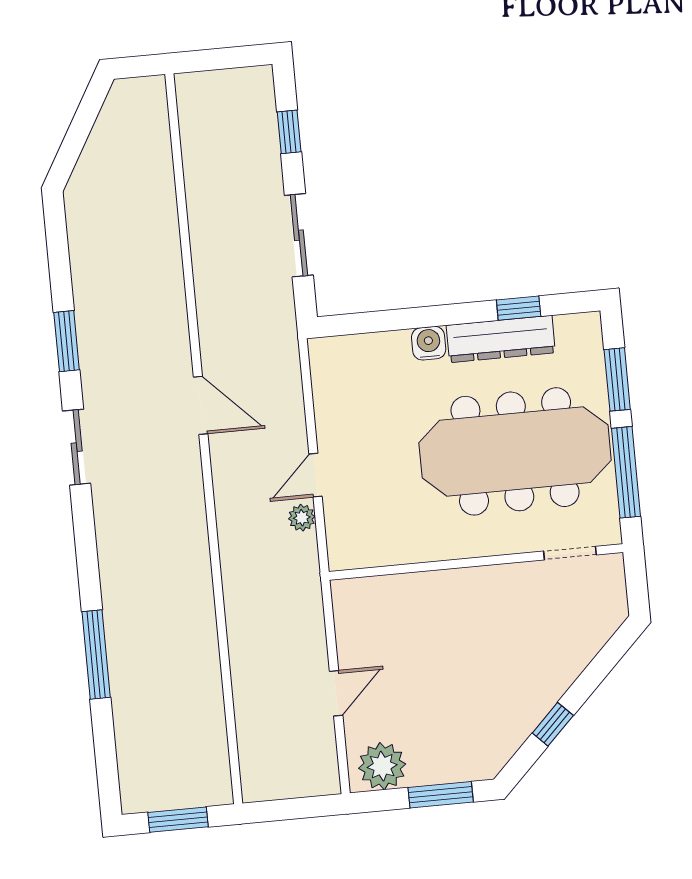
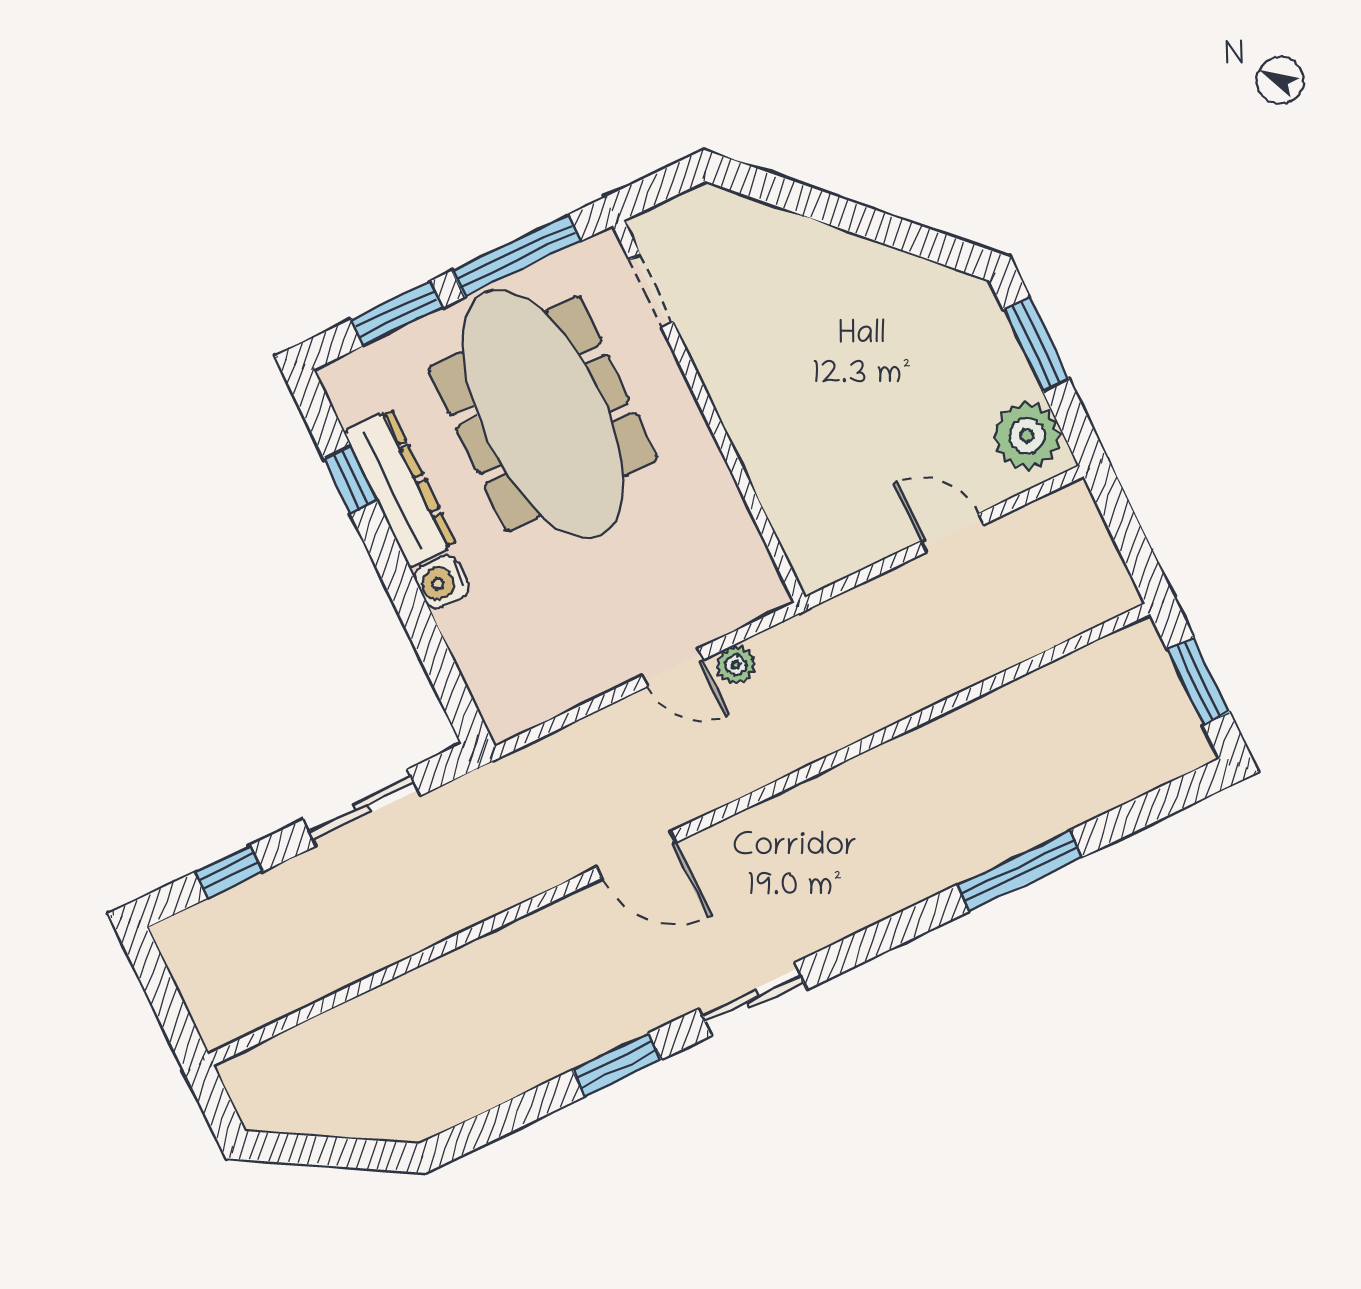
door: (201, 405) -> (636, 855), swing flipped
window: (553, 724) -> (887, 229), removed

